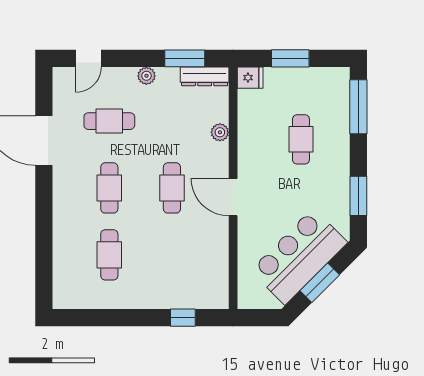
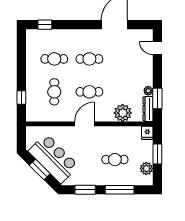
plant: (146, 76) -> (148, 91), moved
plant: (318, 79) -> (146, 168), added
window: (358, 107) -> (120, 190), moved
cafe table: (109, 121) -> (54, 92), moved
plant: (220, 132) -> (123, 113), width x1.88, depth x1.88
window: (44, 273) -> (45, 25), added

